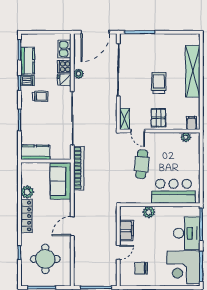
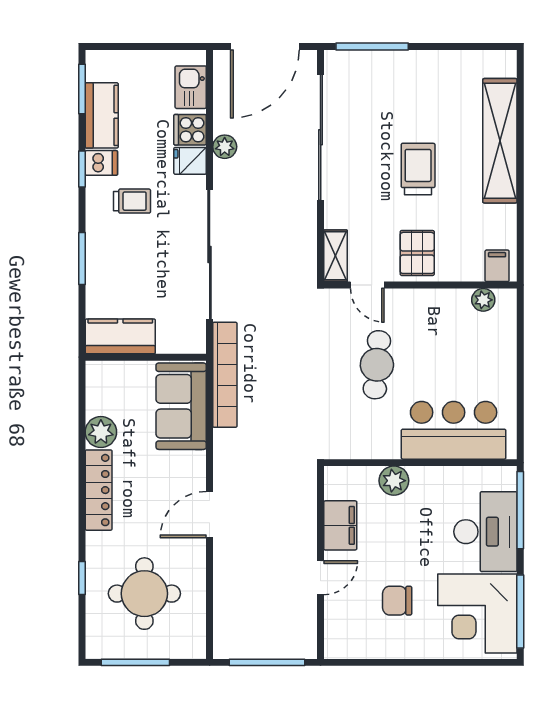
chair: (141, 268) -> (397, 601), moved

